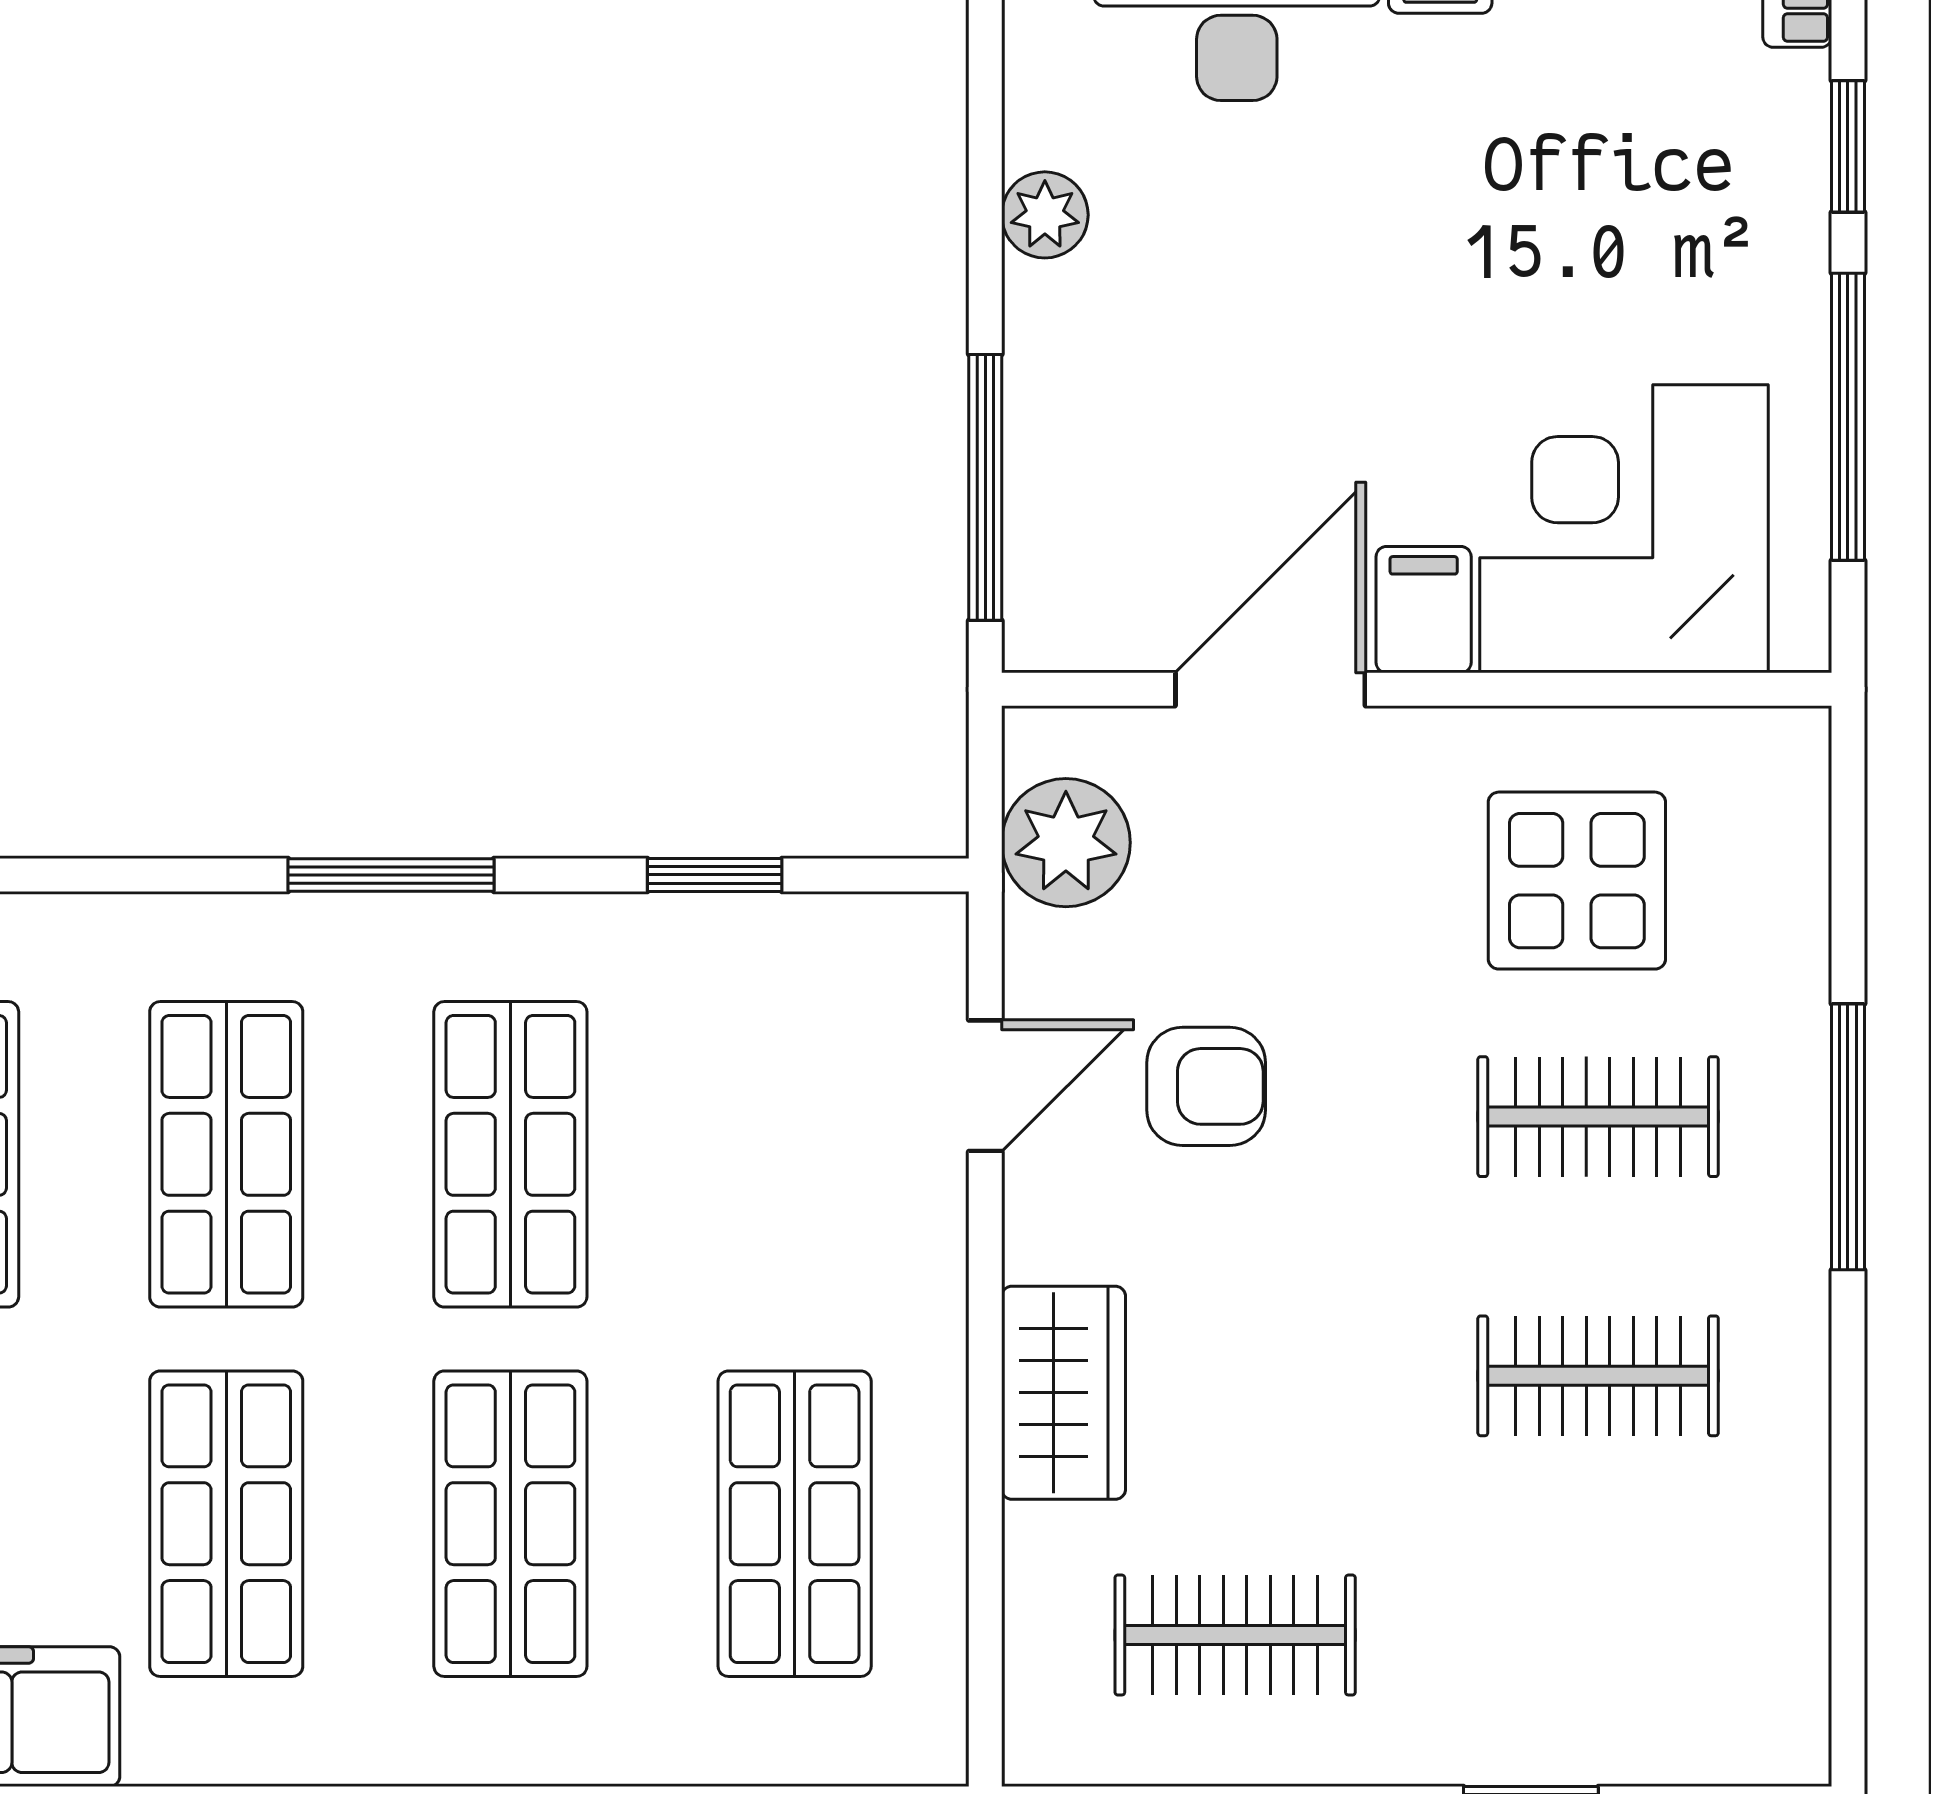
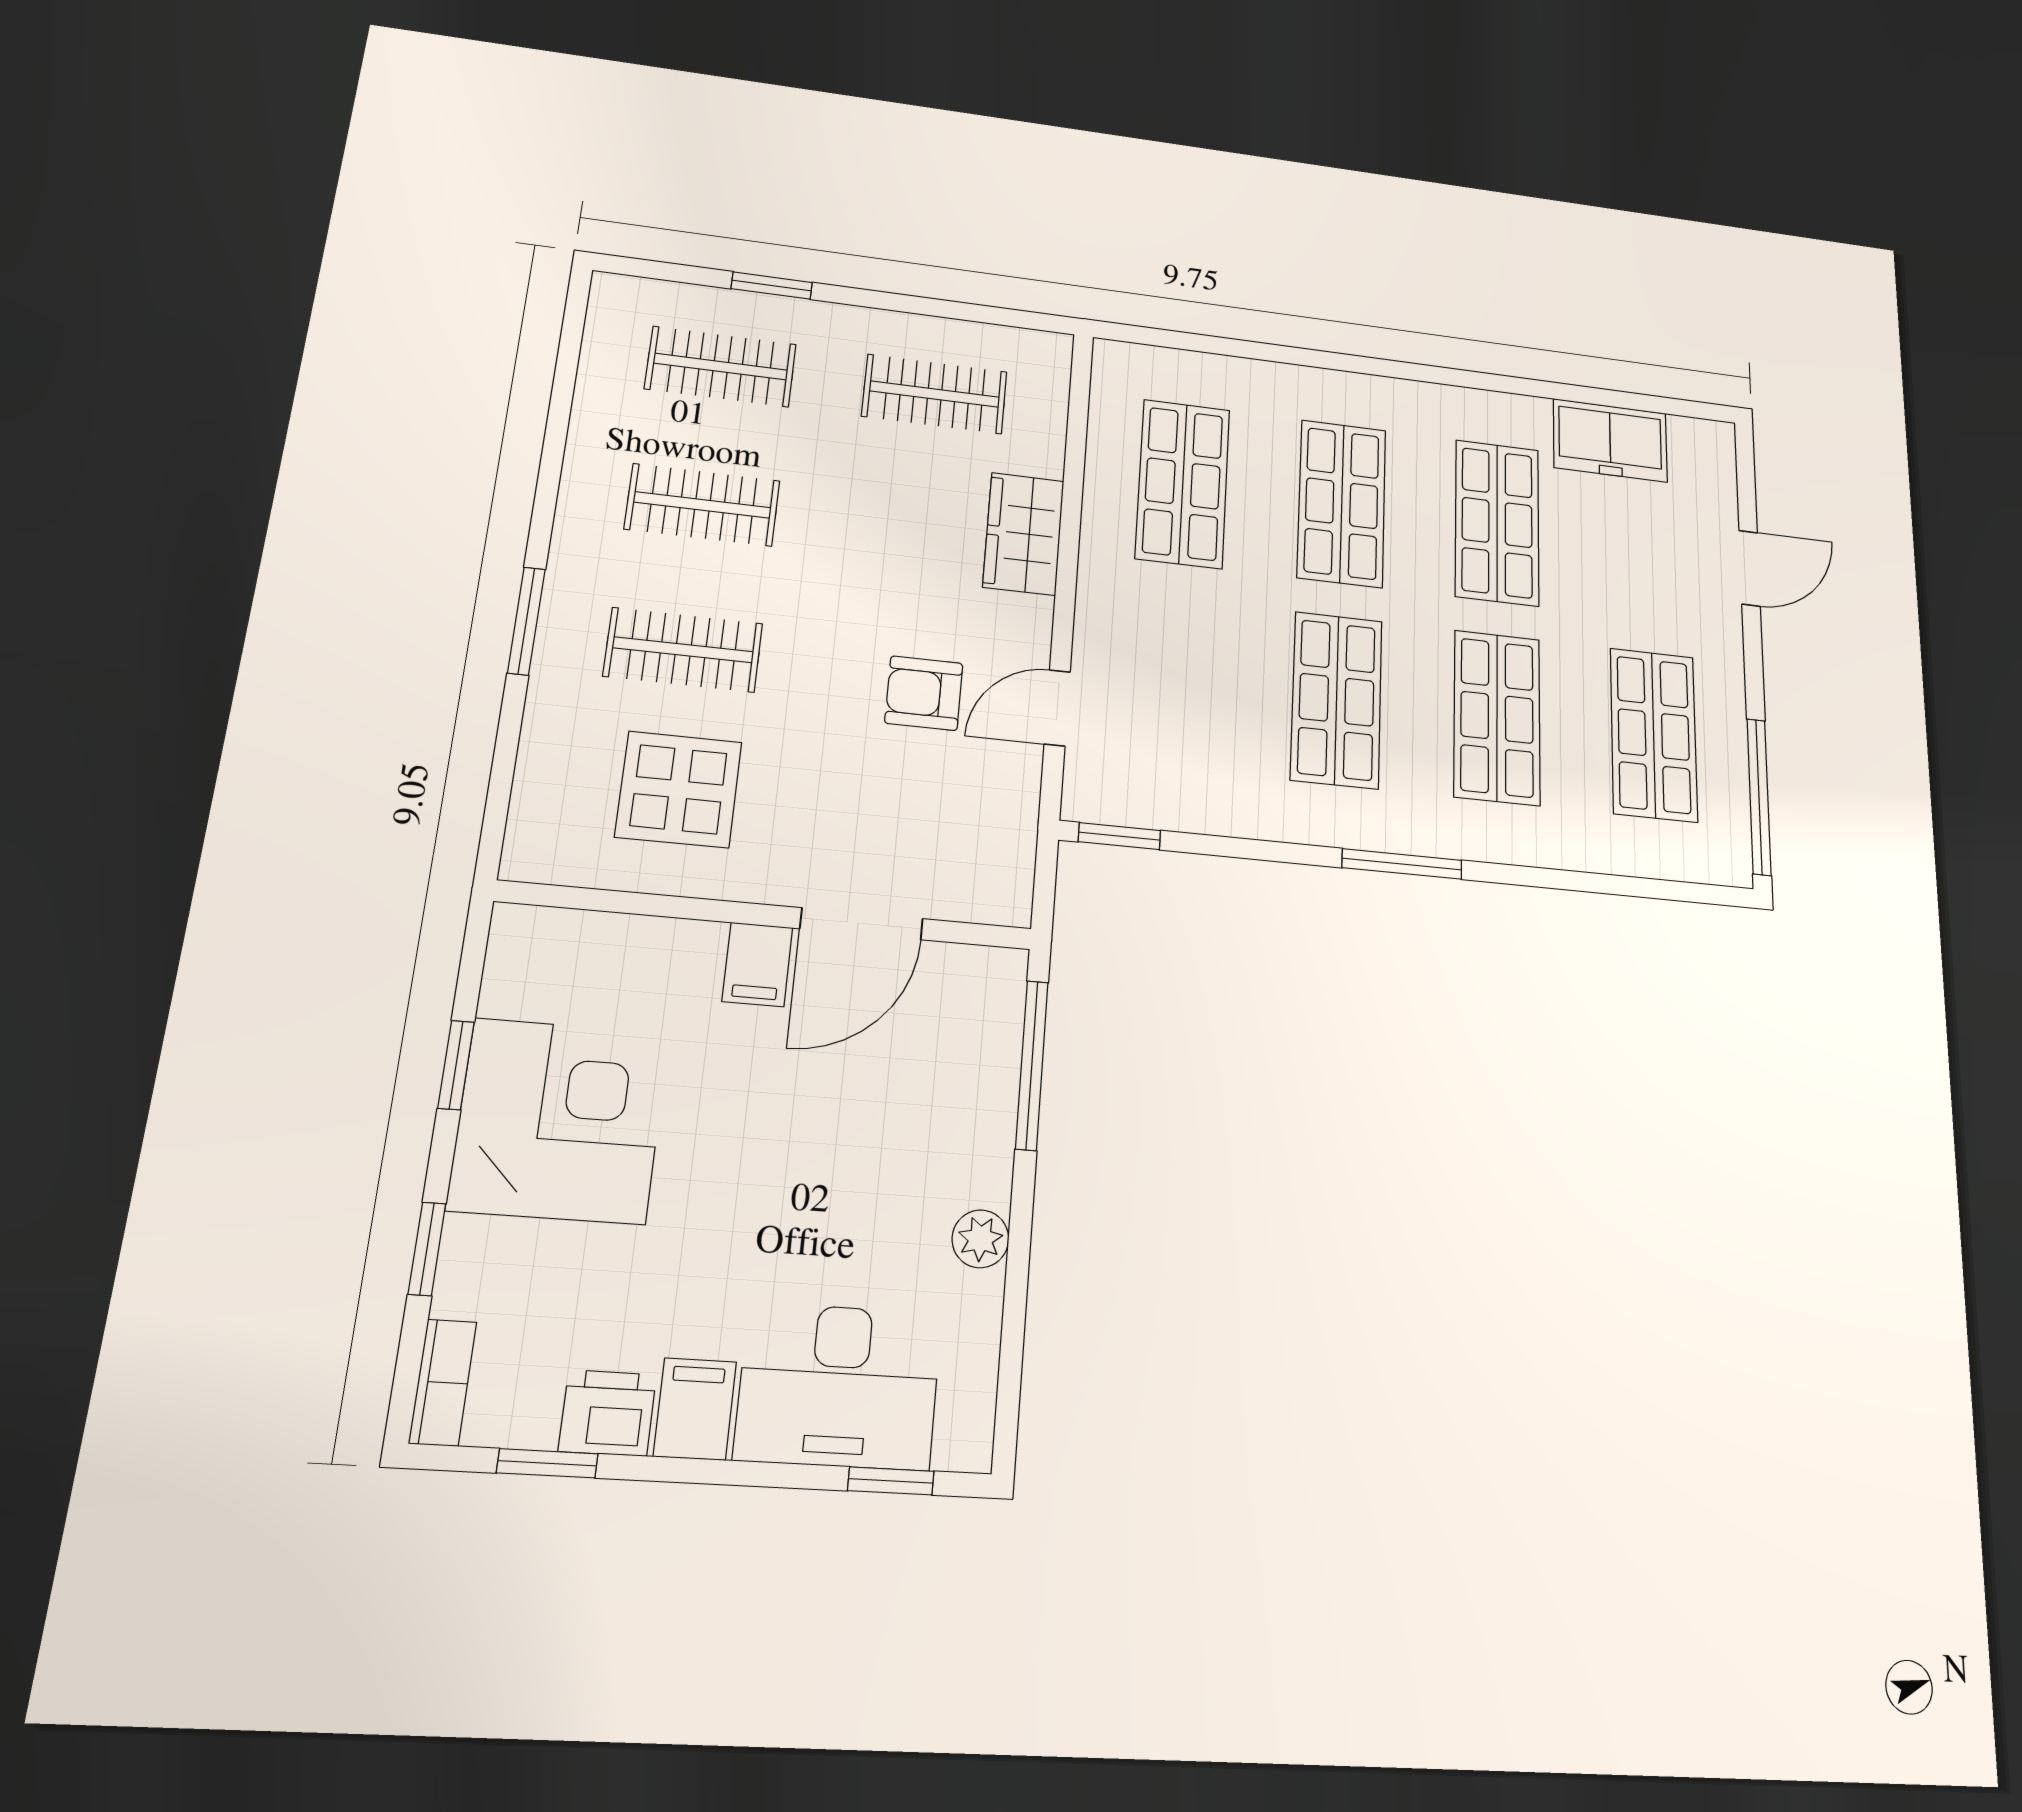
window: (1848, 417) -> (456, 1065), width x0.46
corner desk: (1624, 529) -> (559, 1121), moved, turned -90
plant: (1066, 843) -> (998, 843), removed
window: (715, 875) -> (1119, 836), moved
window: (1848, 1137) -> (526, 621), width x0.69
clothes rail: (1598, 1635) -> (721, 367), added

